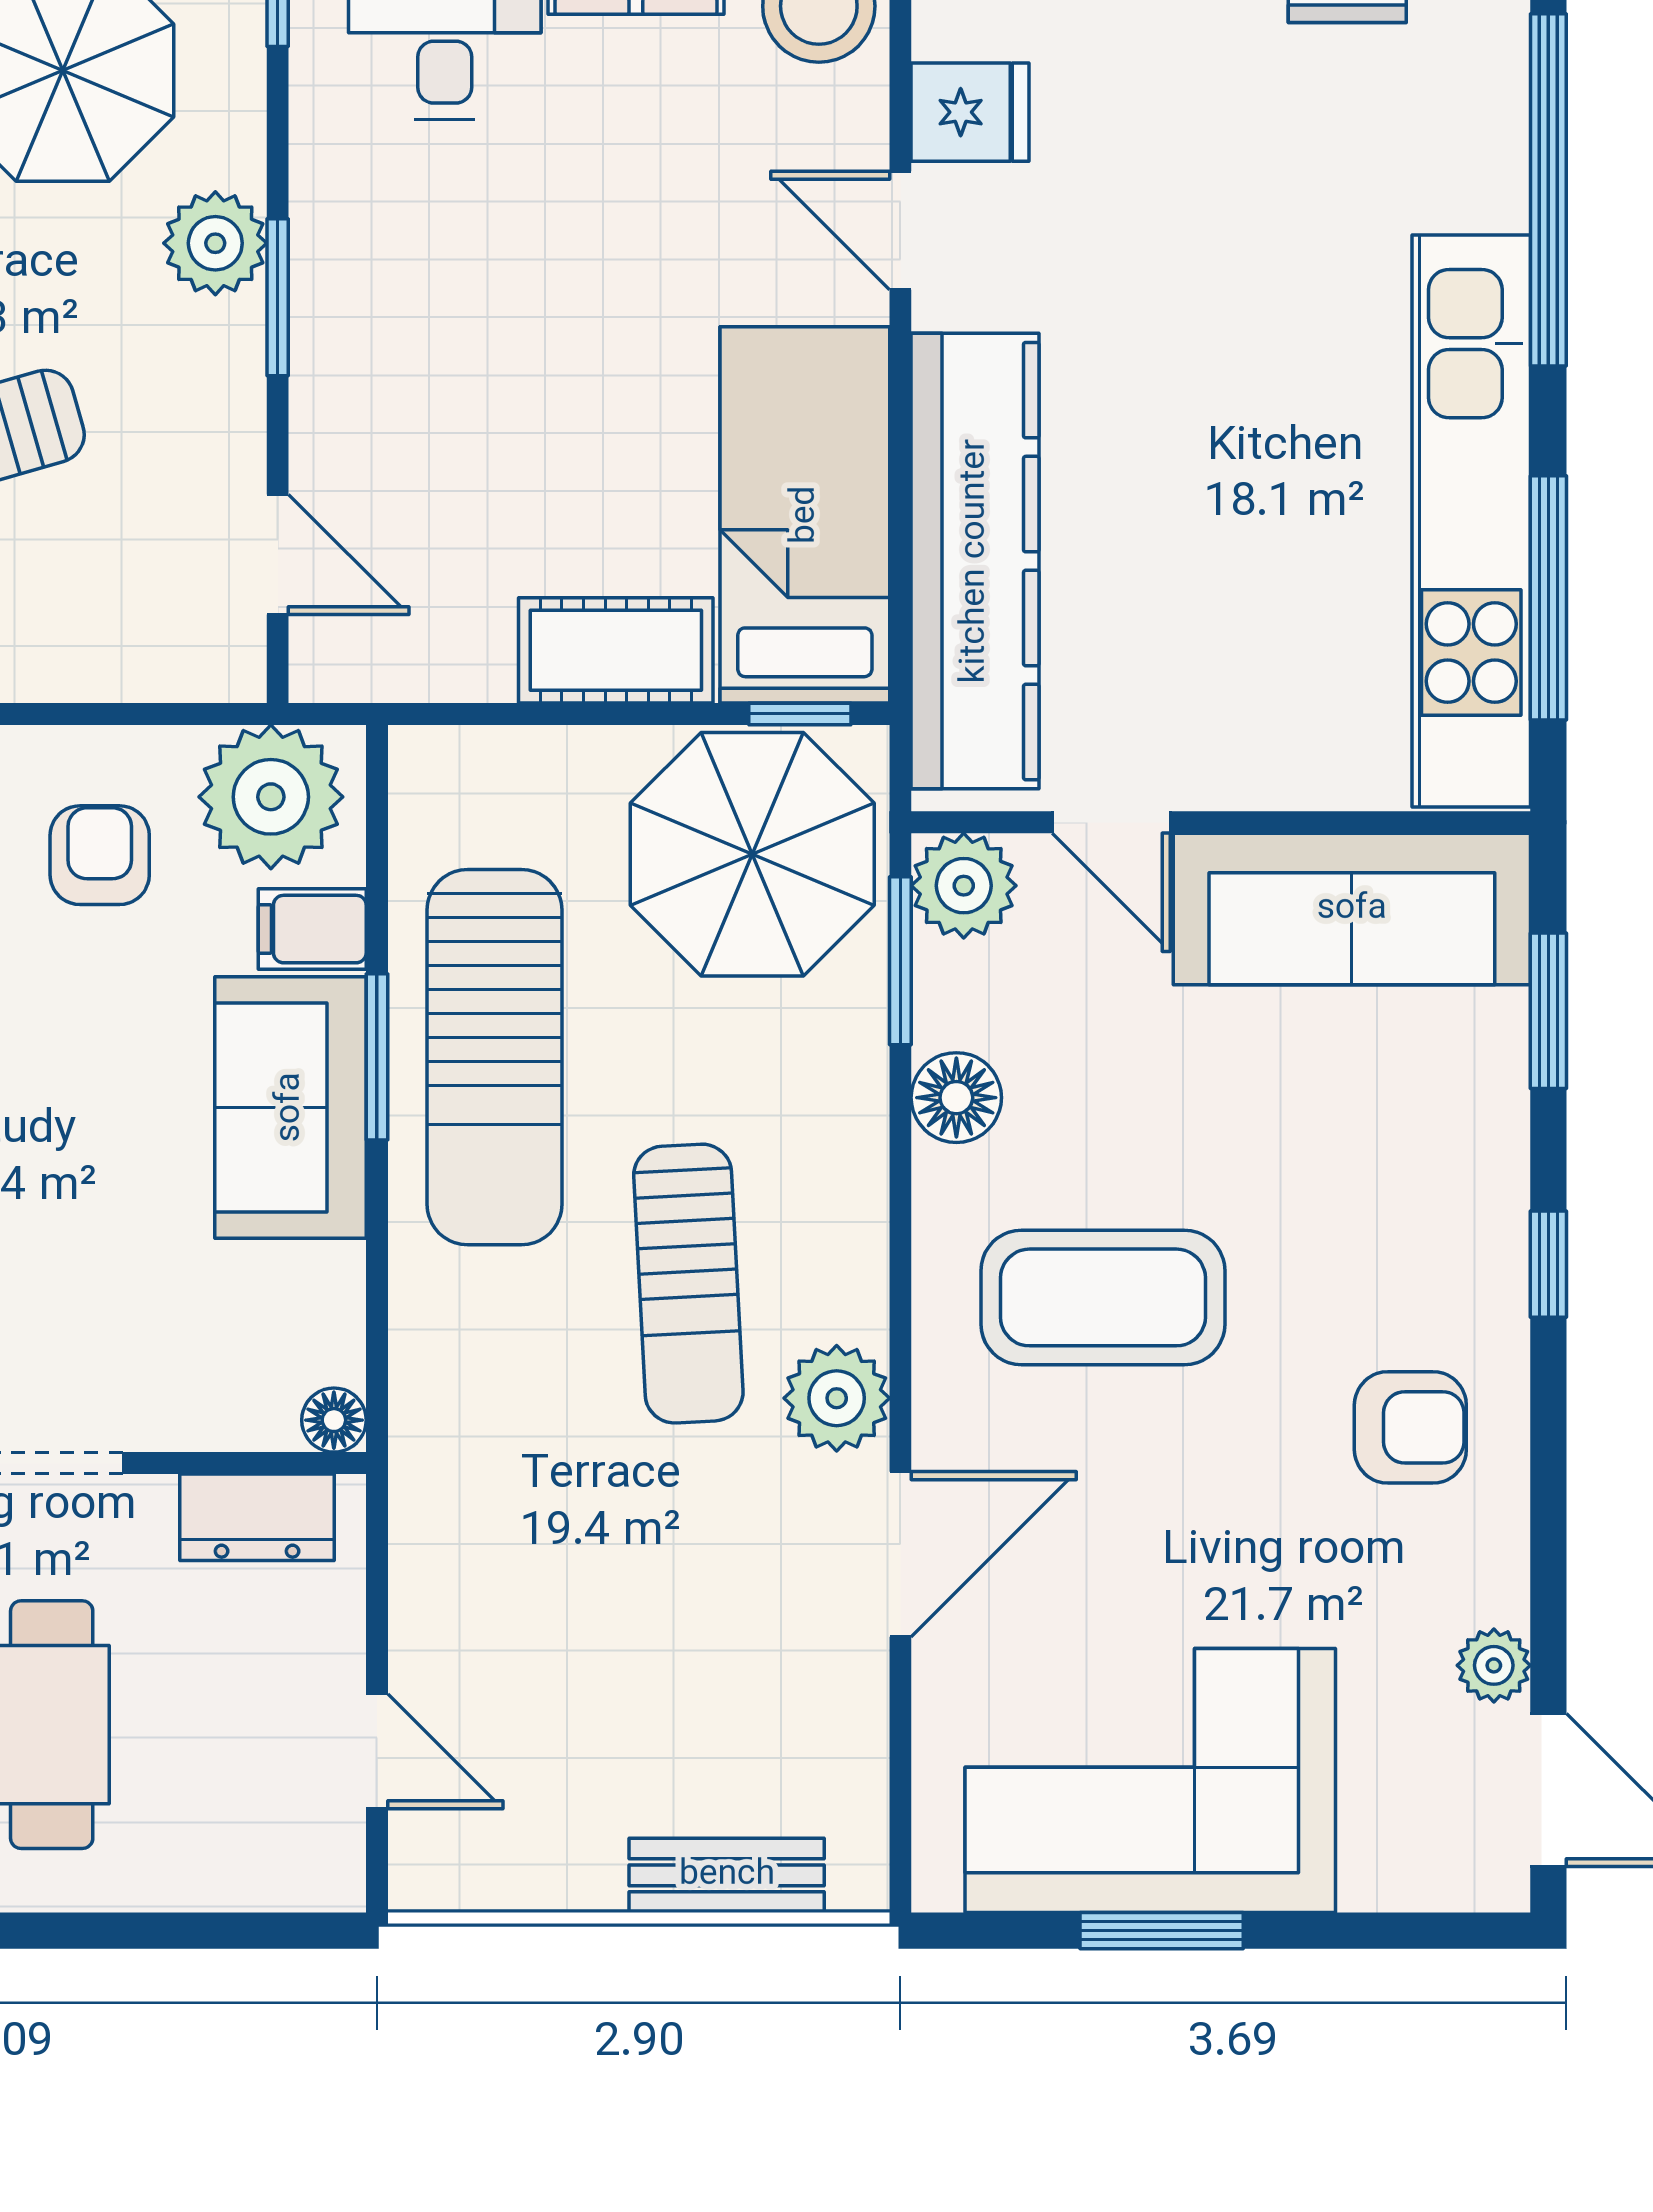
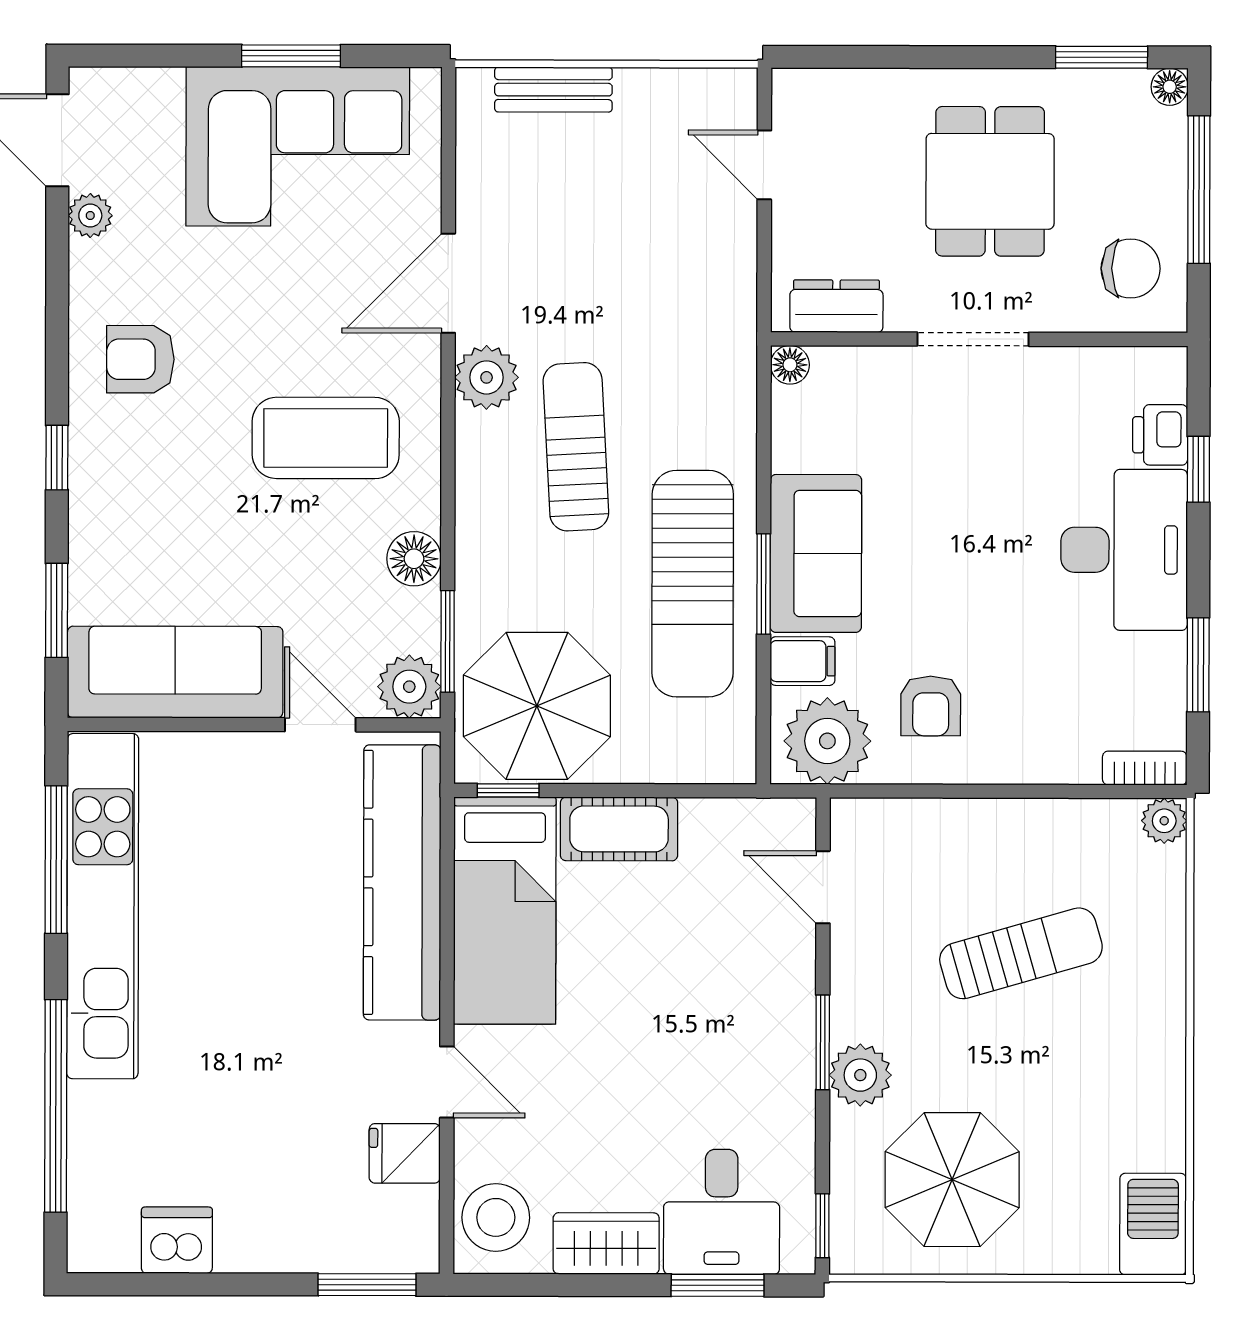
sun lounger: (495, 1057) -> (693, 584), turned 180

